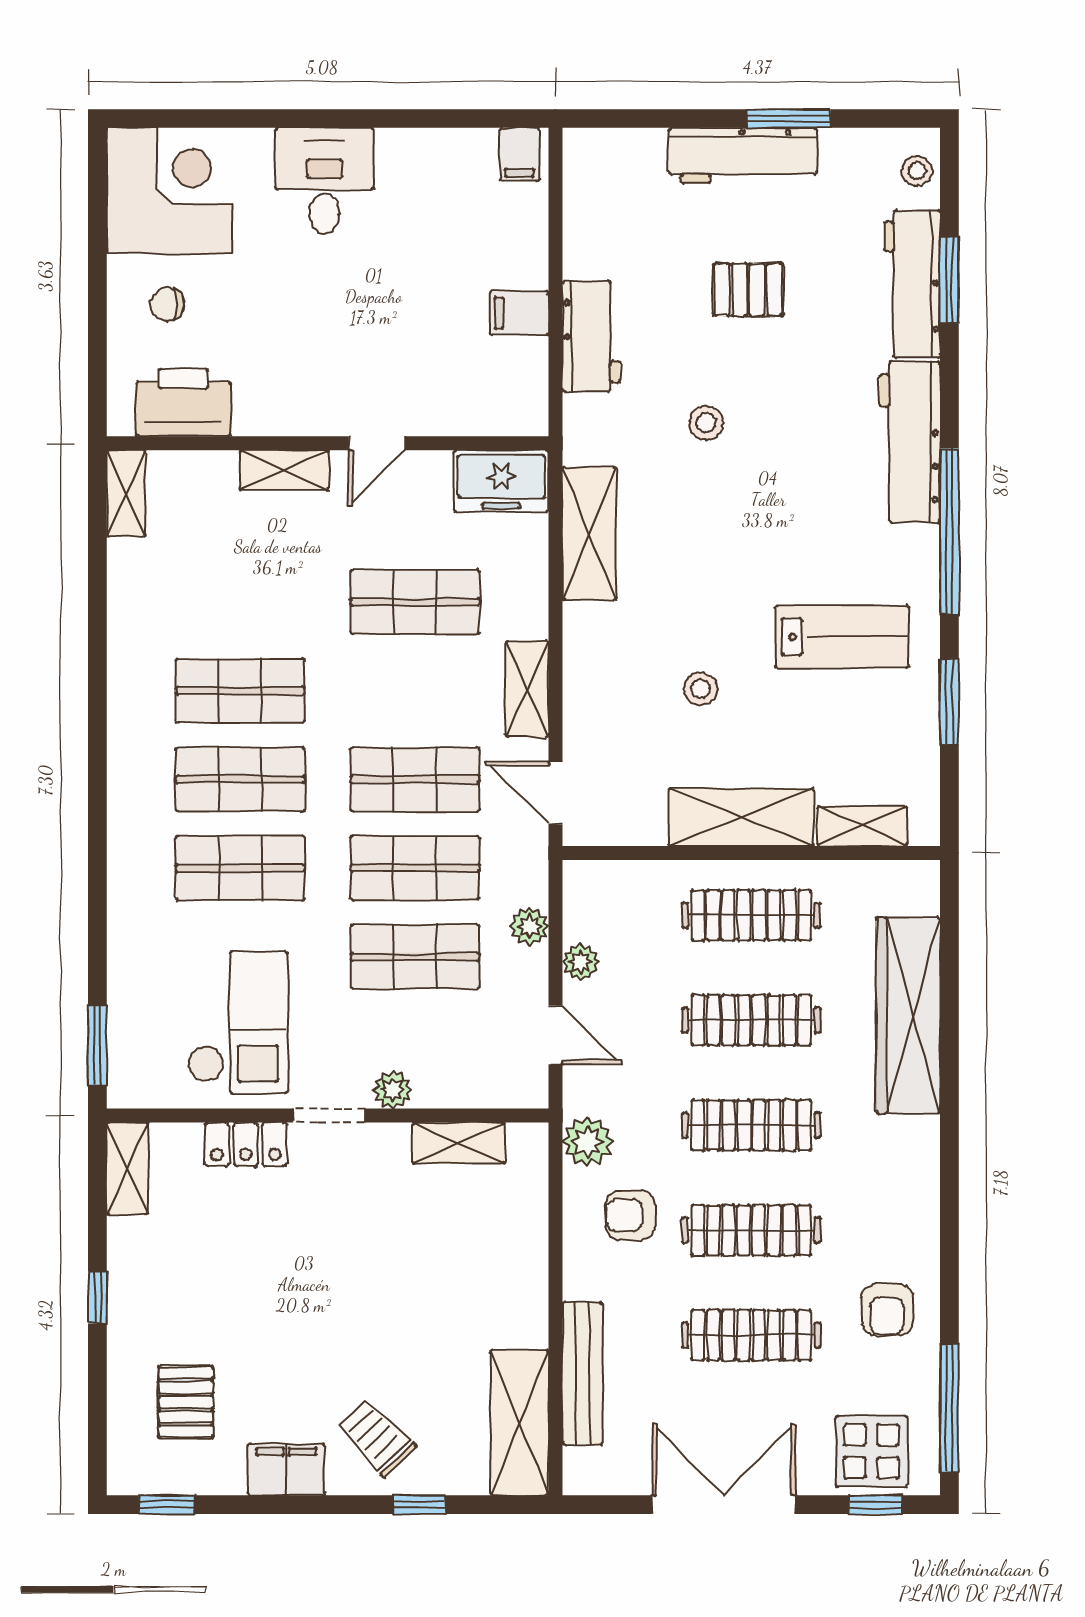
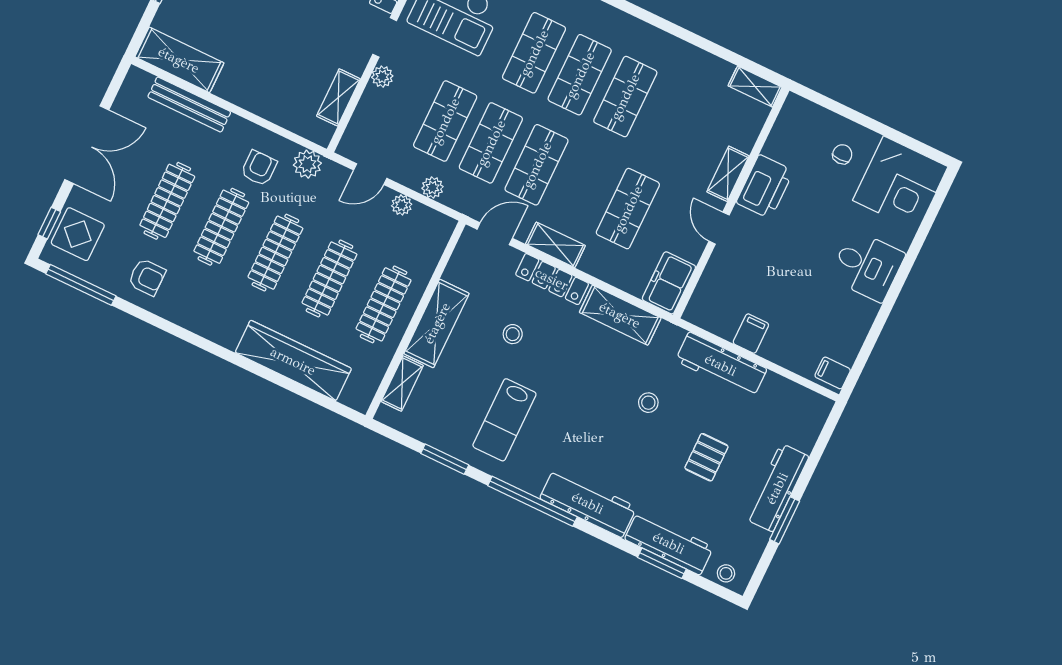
workbench: (591, 336) -> (721, 365), width x1.38
printer: (183, 402) -> (765, 187), moved
locker: (584, 668) -> (552, 279), added
armchair: (887, 1310) -> (147, 277), turned 180

